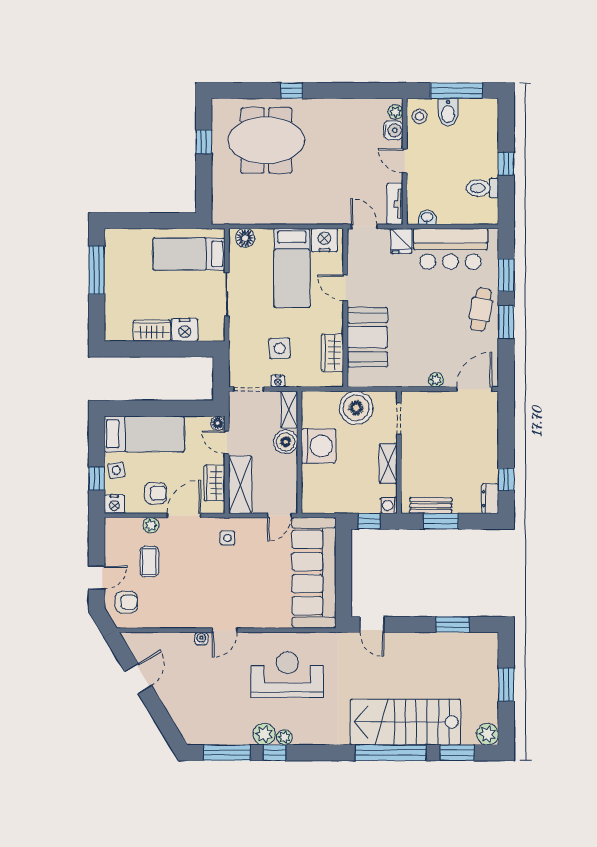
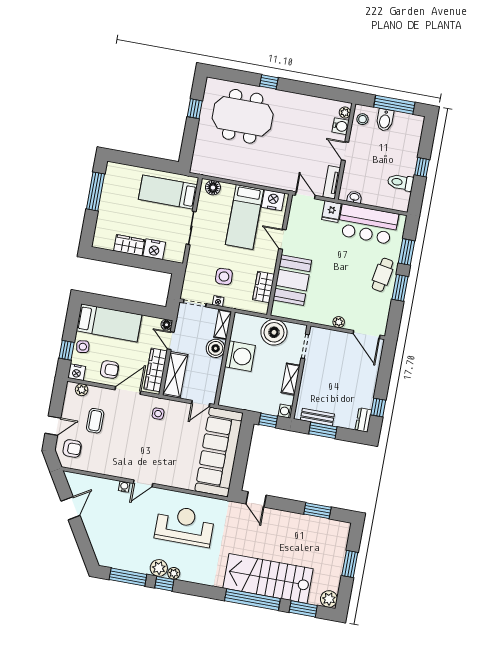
door: (474, 389) -> (367, 334), swing flipped
wardrobe: (214, 483) -> (156, 370), width x1.50
plant: (151, 525) -> (82, 390), moved

